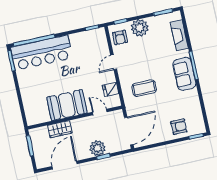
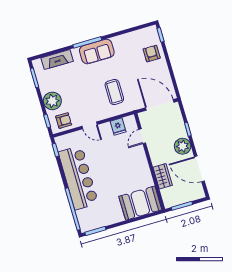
bar counter: (41, 53) -> (78, 178), moved
booth: (67, 105) -> (140, 203), moved, turned 90
plant: (97, 148) -> (183, 146), moved

